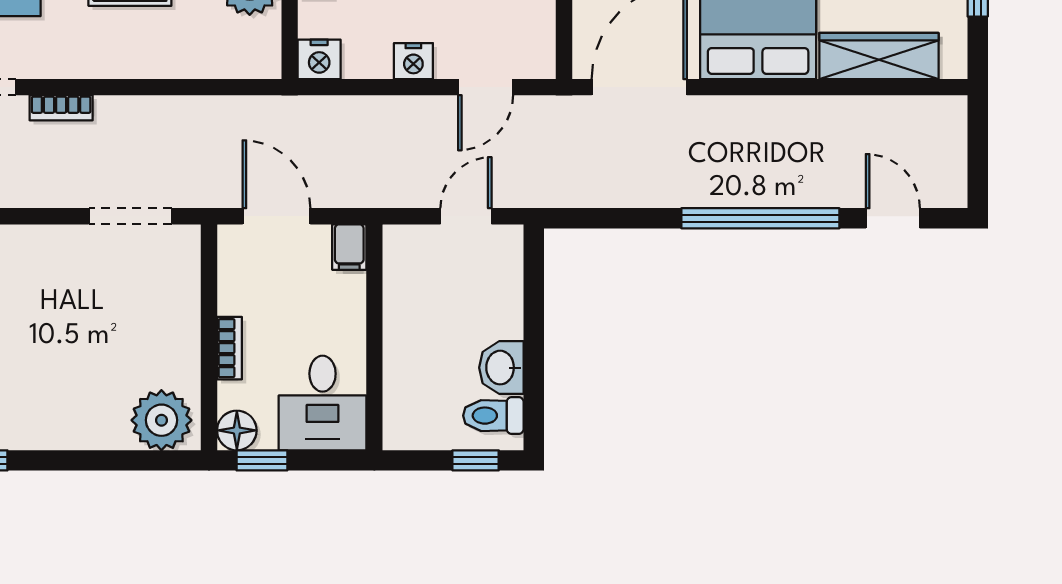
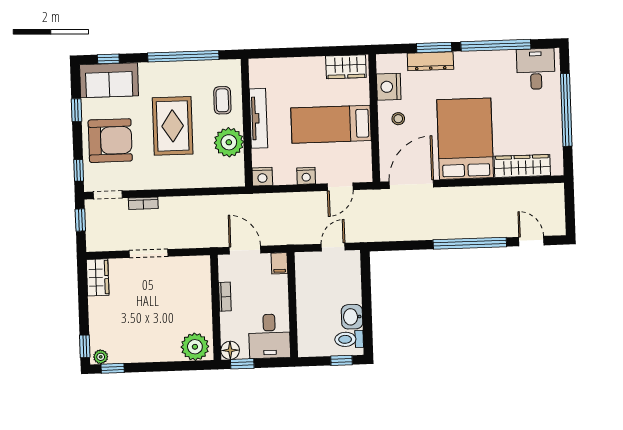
doorway: (131, 216) -> (149, 254), moved
bookcase: (229, 348) -> (225, 297), moved

